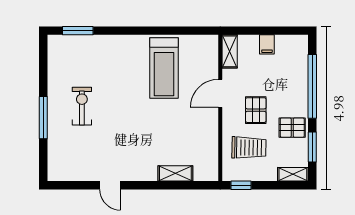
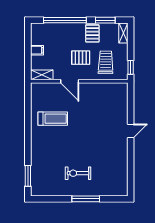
treadmill: (164, 68) -> (53, 119), width x0.73, depth x0.73
shelving: (175, 173) -> (123, 111), removed
door: (110, 185) -> (131, 131), moved

